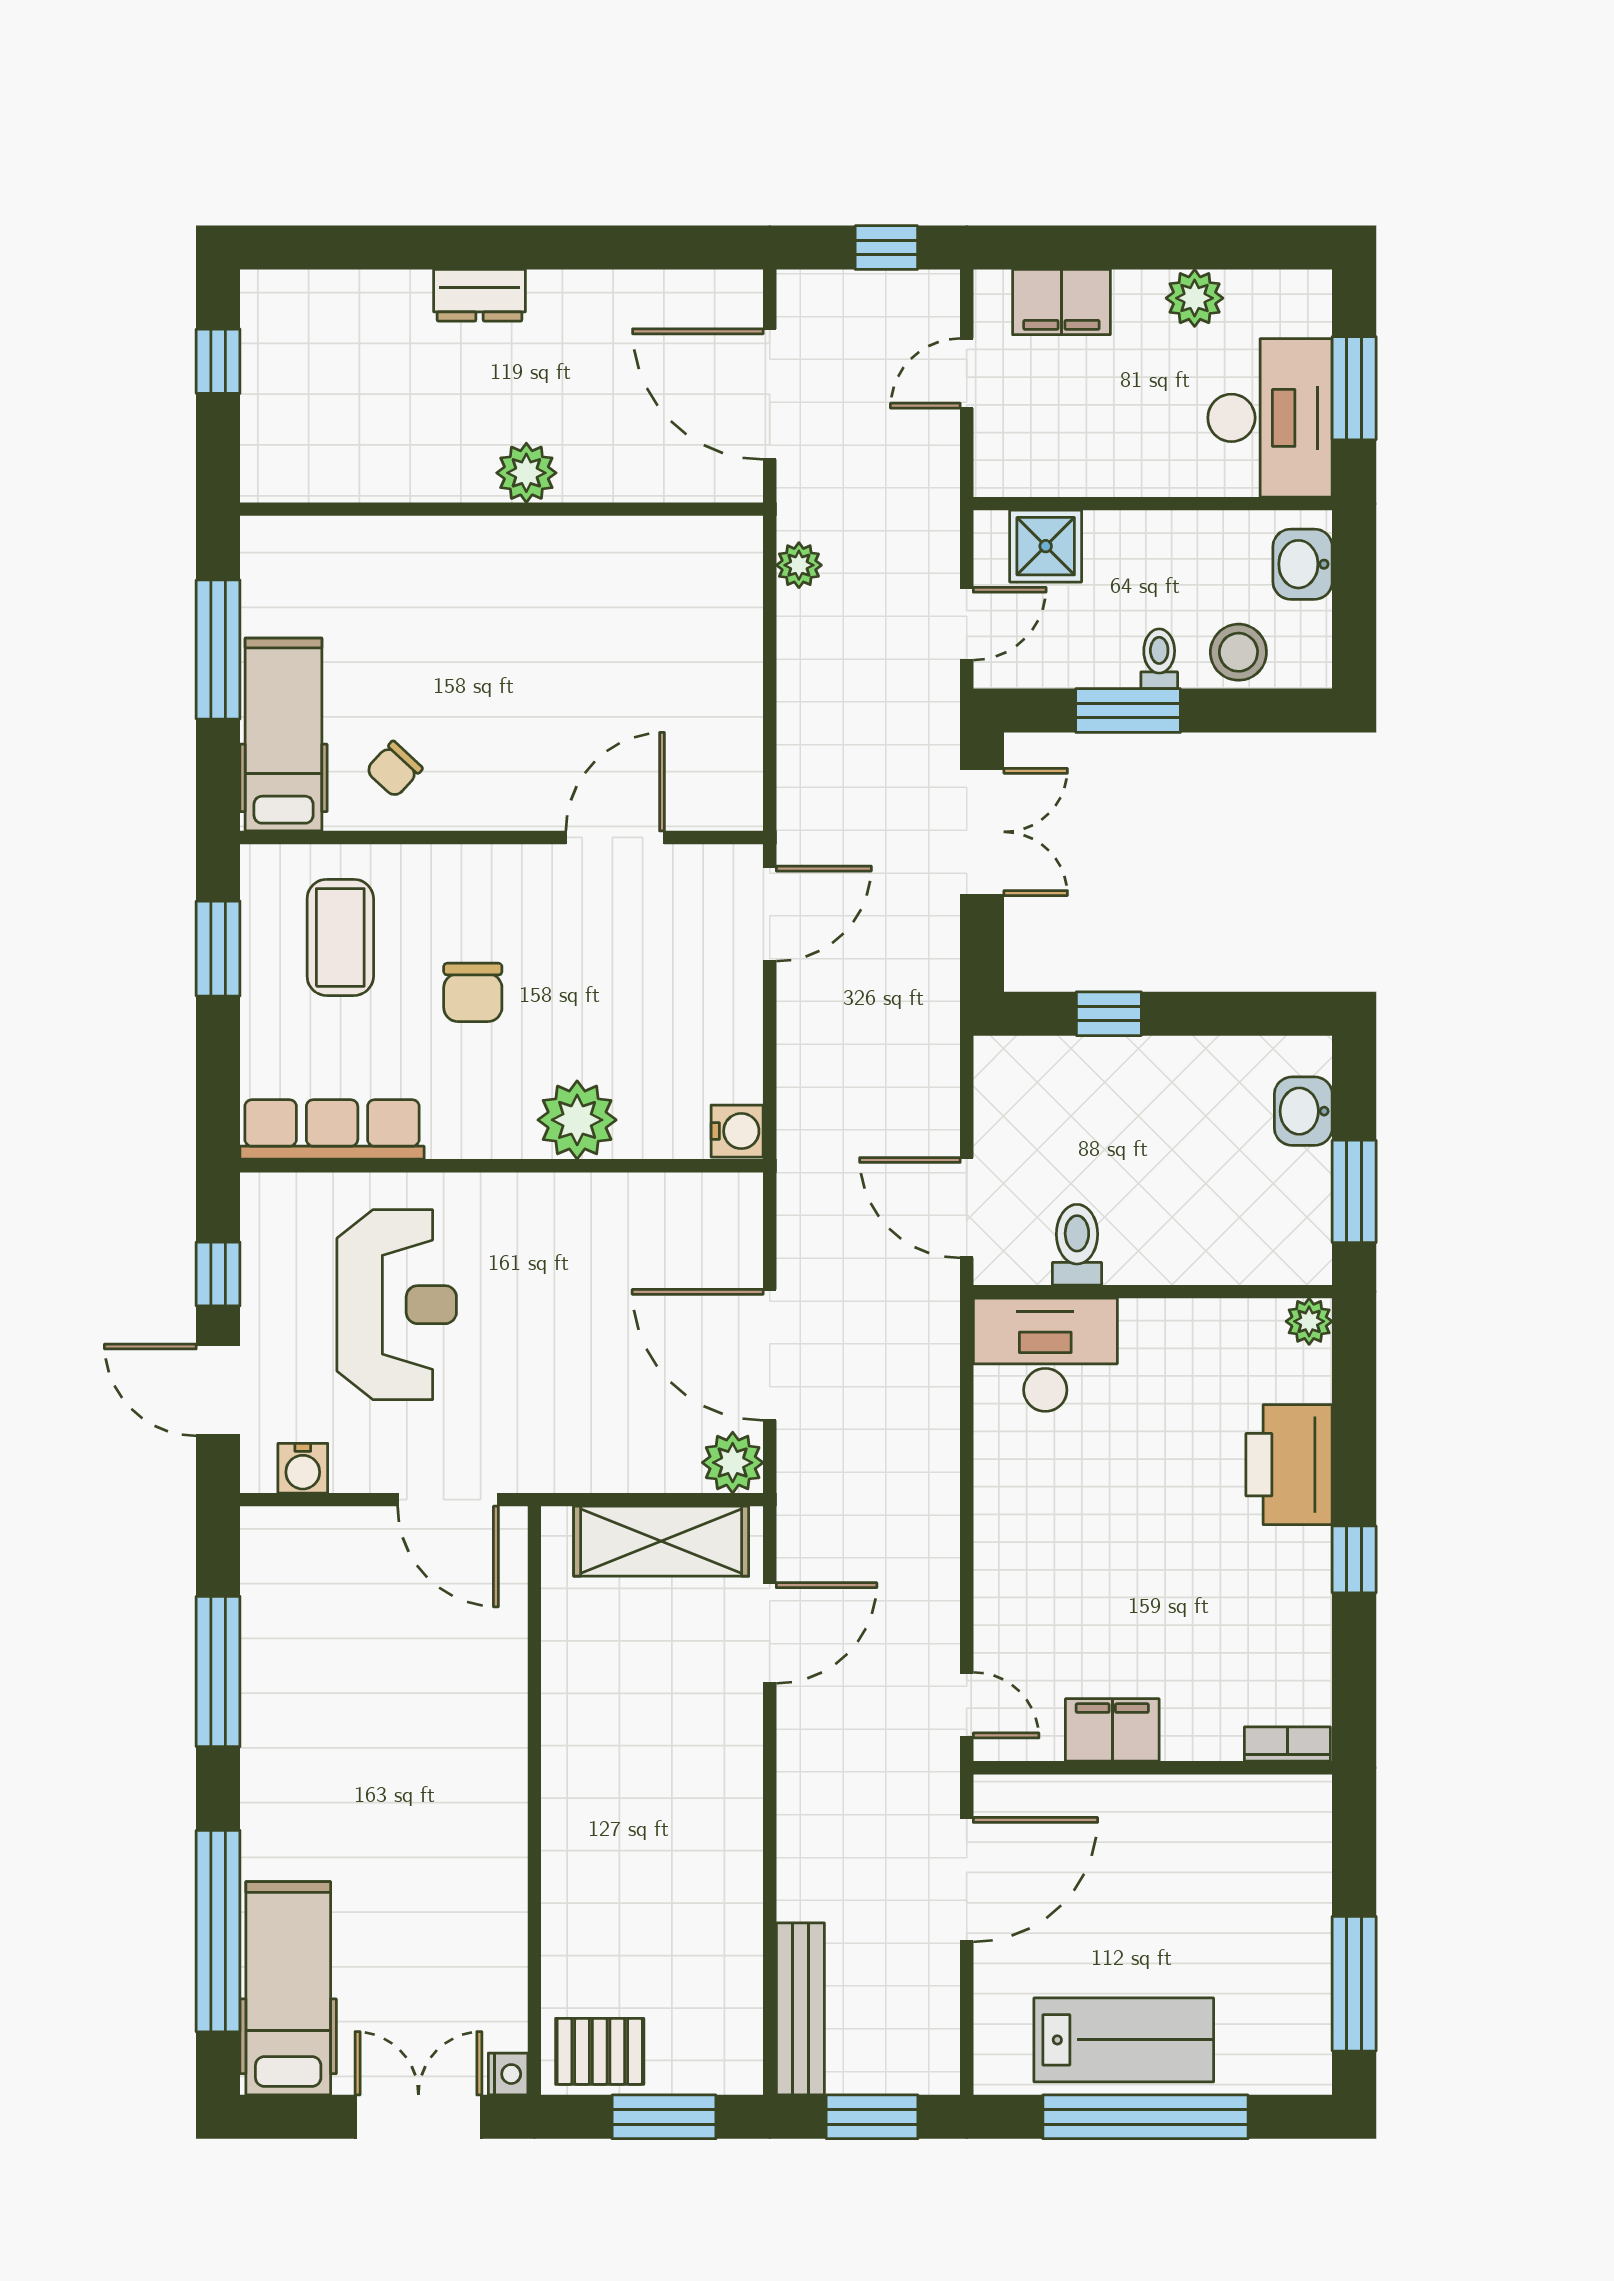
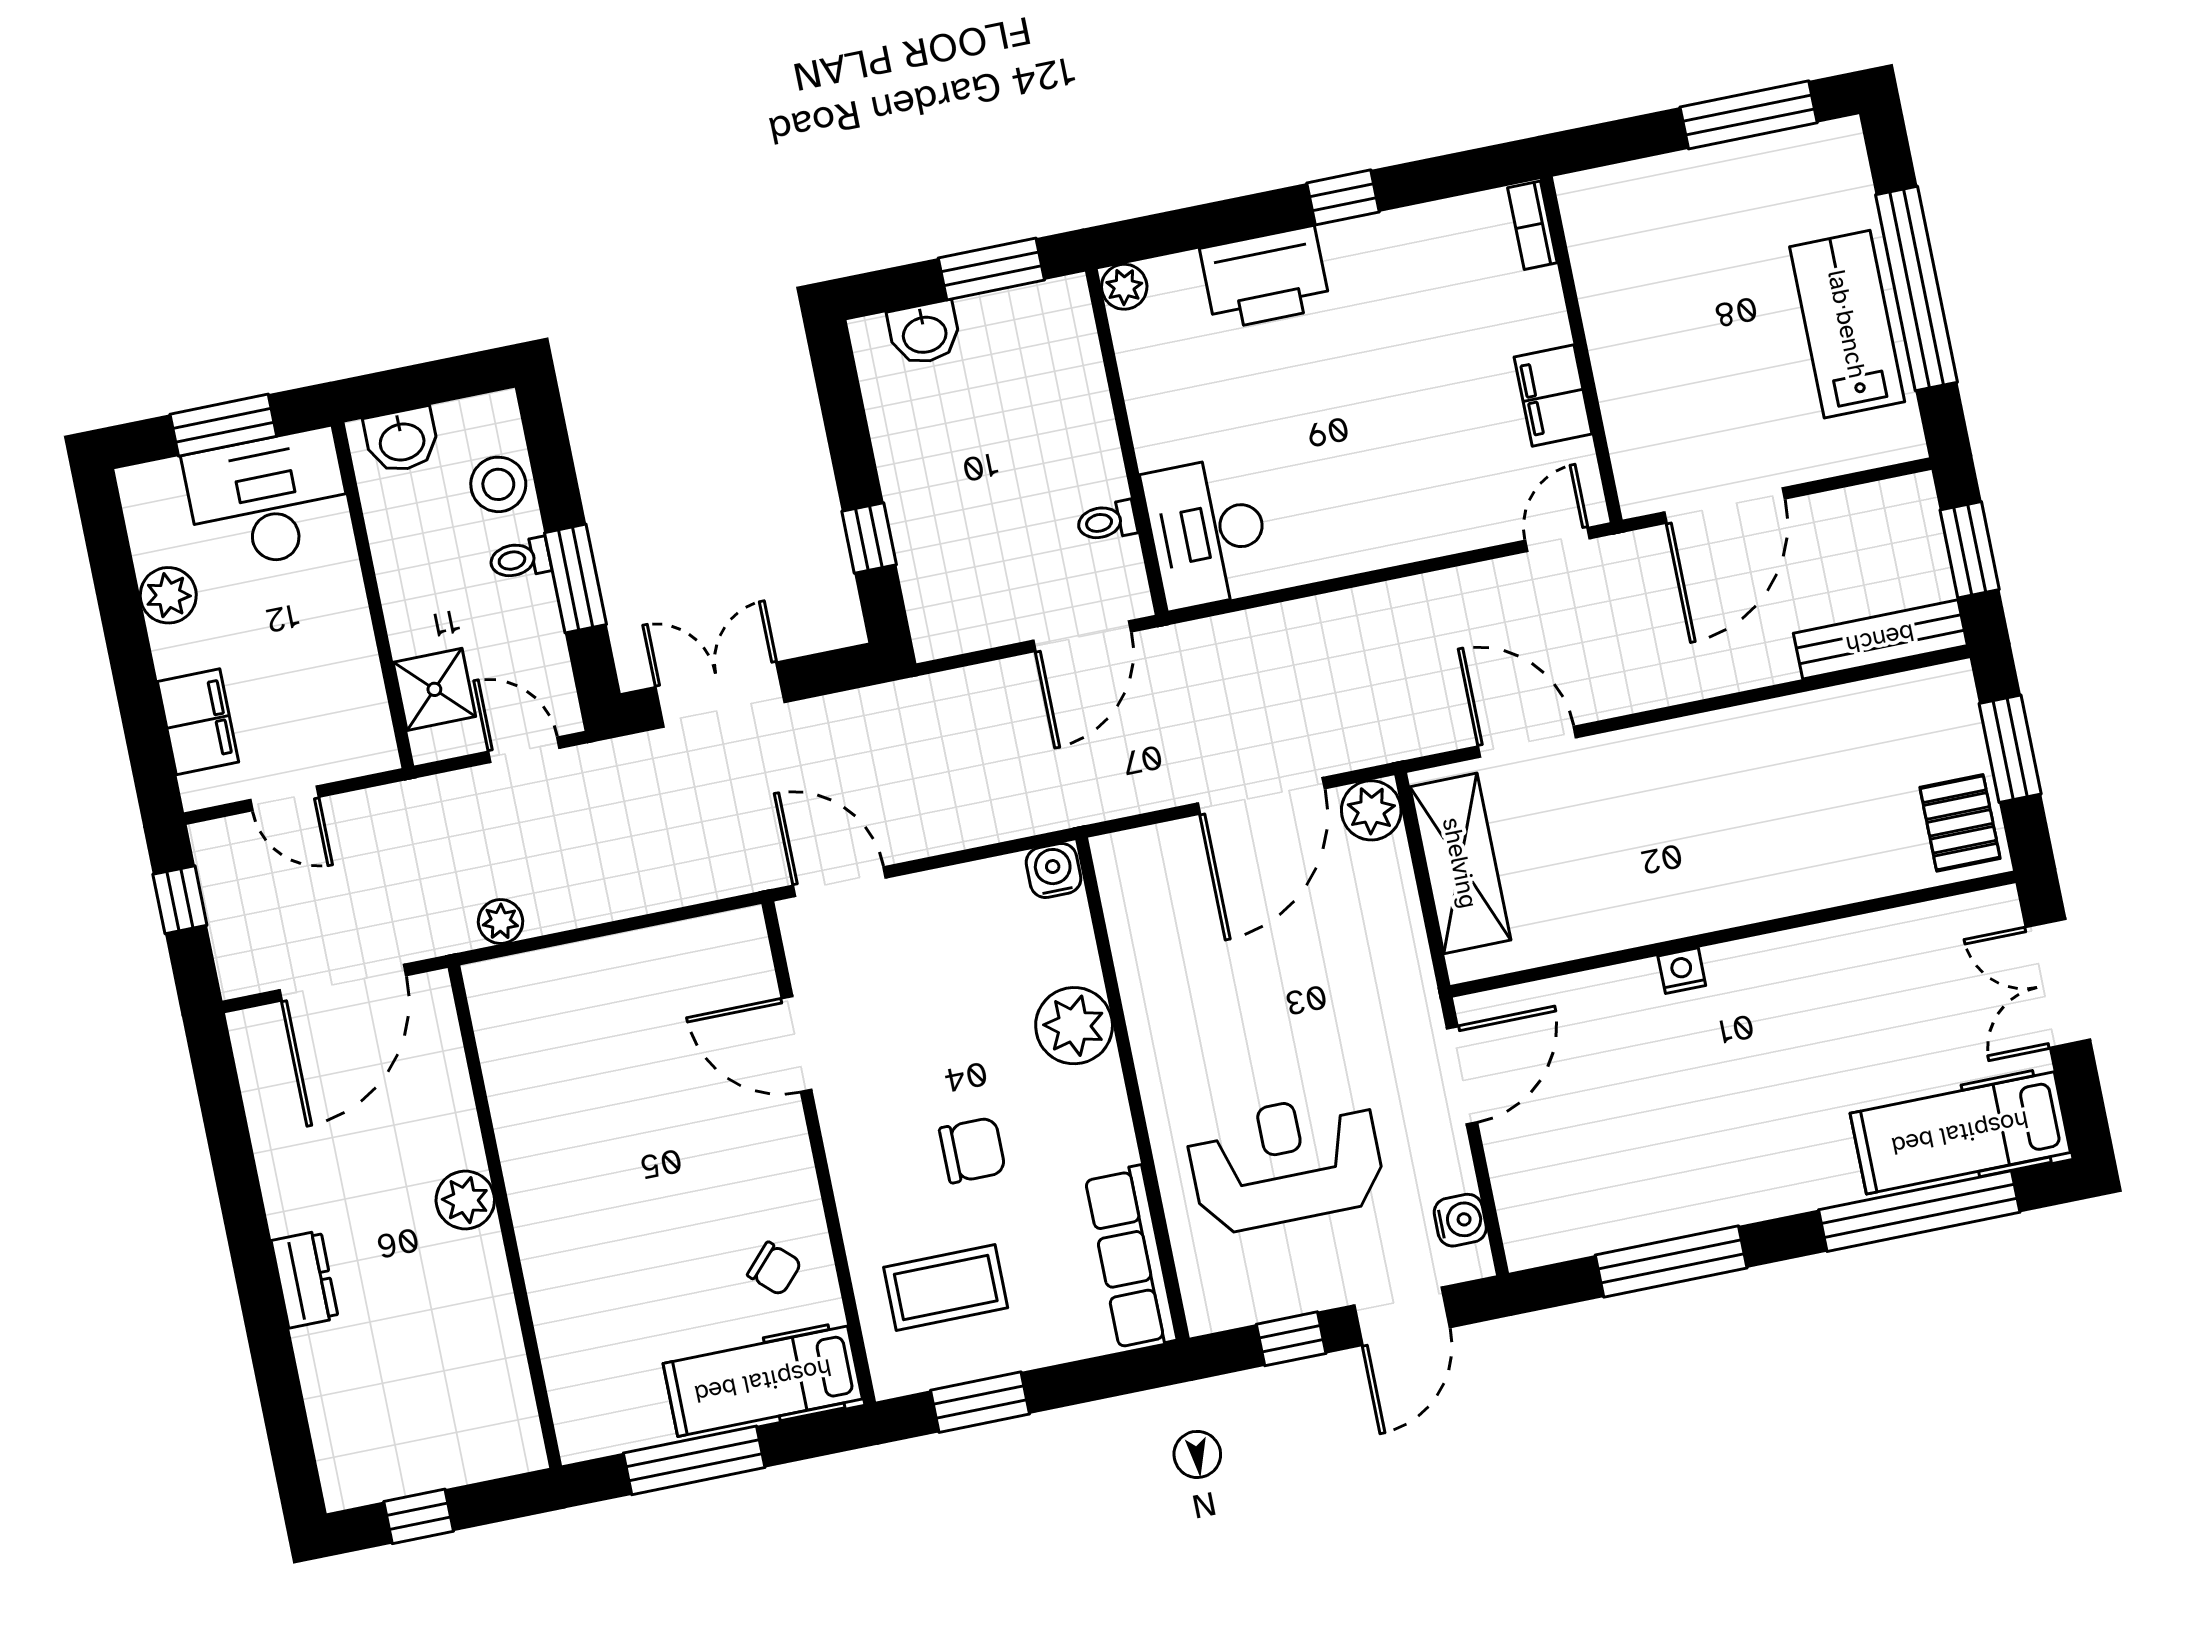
toilet: (1077, 1245) -> (1107, 521), width x0.73, depth x0.72
door: (967, 1880) -> (1724, 505), swing flipped
nightstand: (508, 2074) -> (1682, 971), moved

